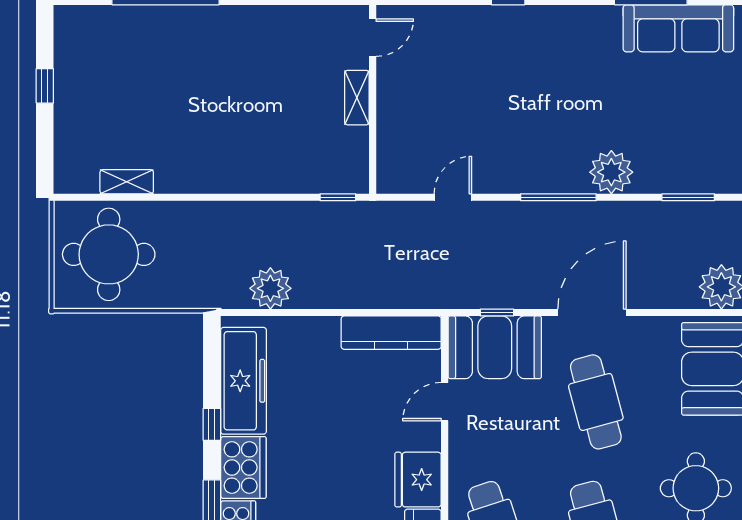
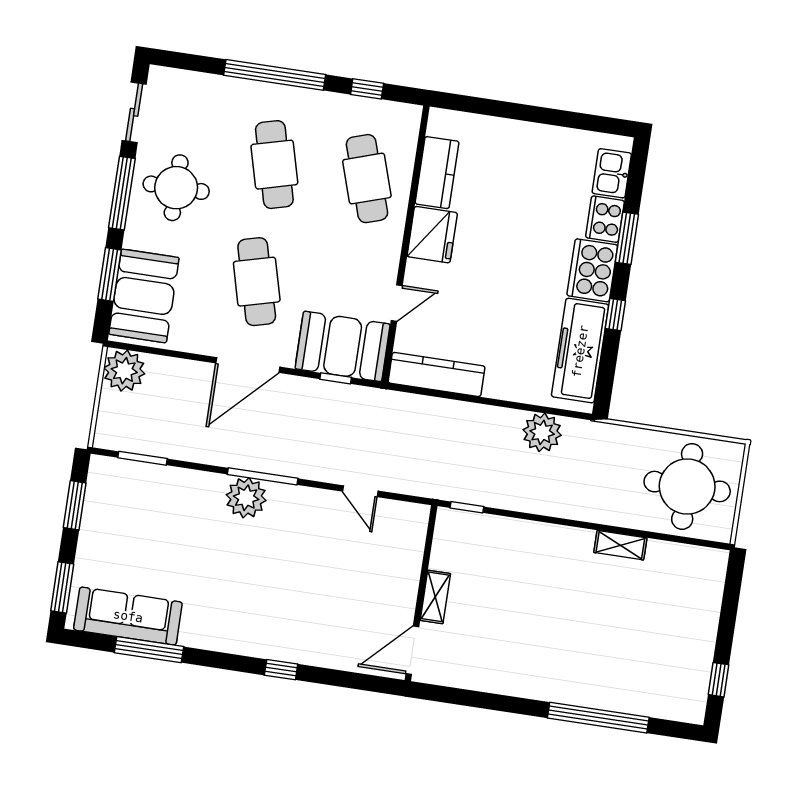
door: (373, 38) -> (412, 650), width x1.37
window: (45, 86) -> (718, 680), moved
plant: (611, 172) -> (246, 498), moved
shelving: (127, 182) -> (620, 545), moved
door: (453, 197) -> (360, 491), hinge flipped

